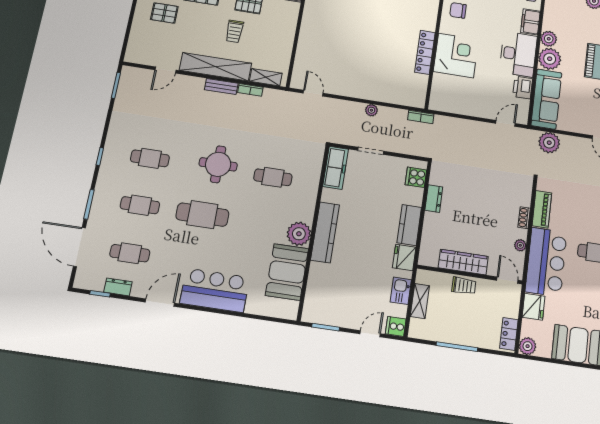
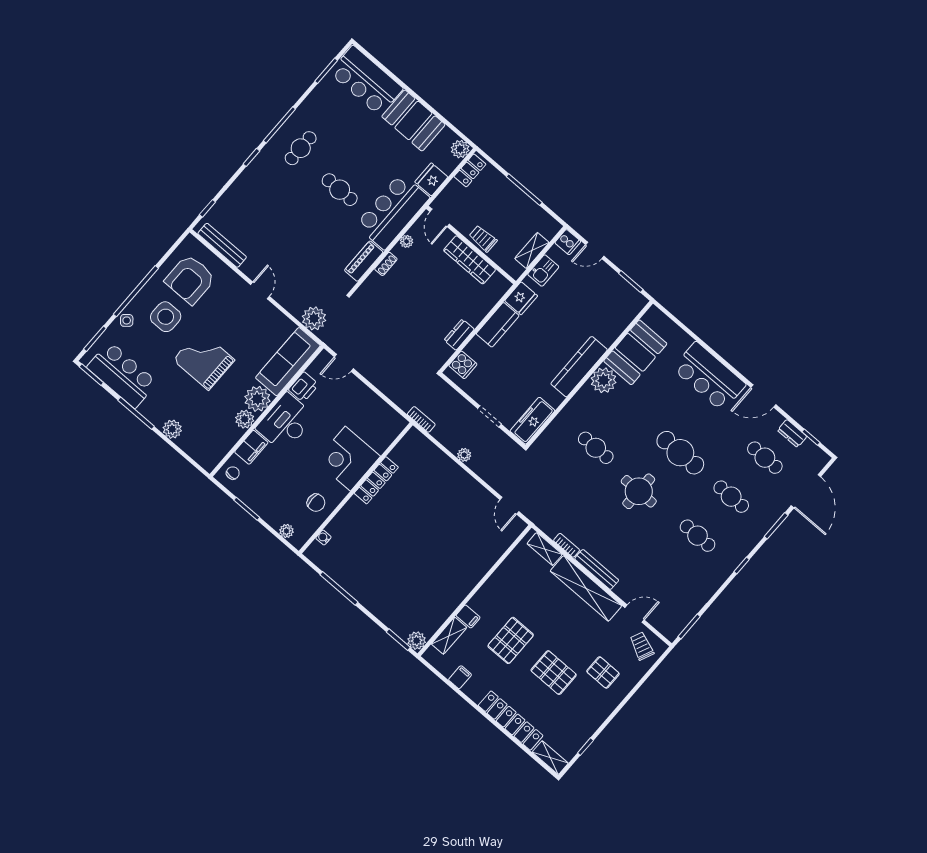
trolley: (235, 31) -> (642, 646), moved, turned -66
bench: (221, 86) -> (597, 569), width x1.36

